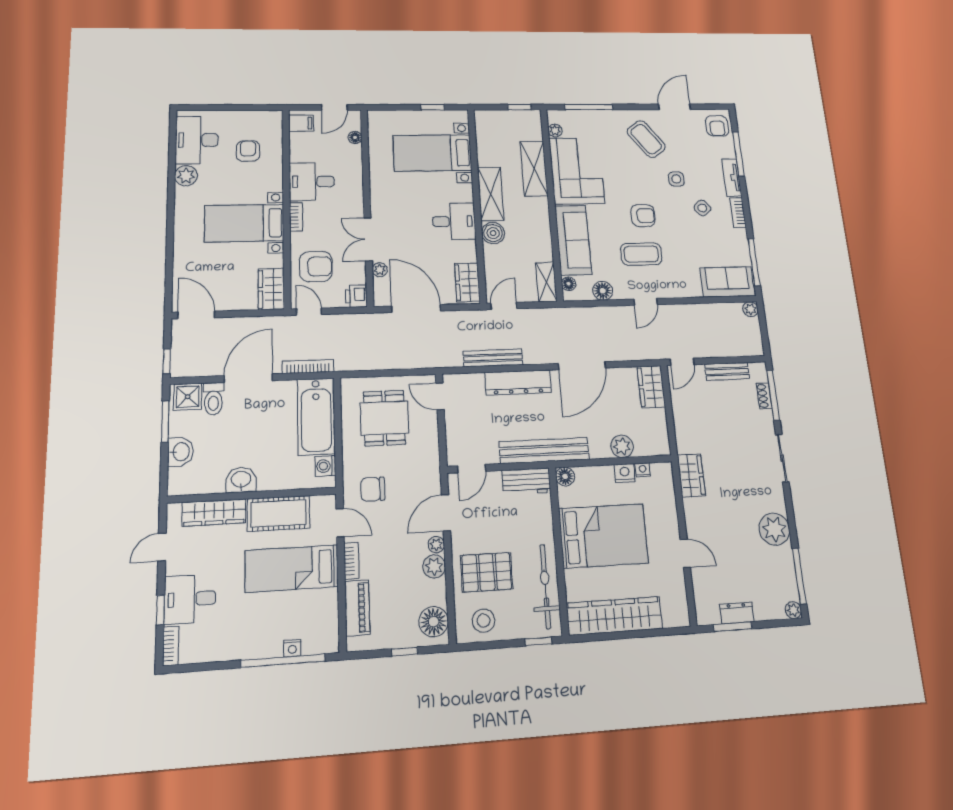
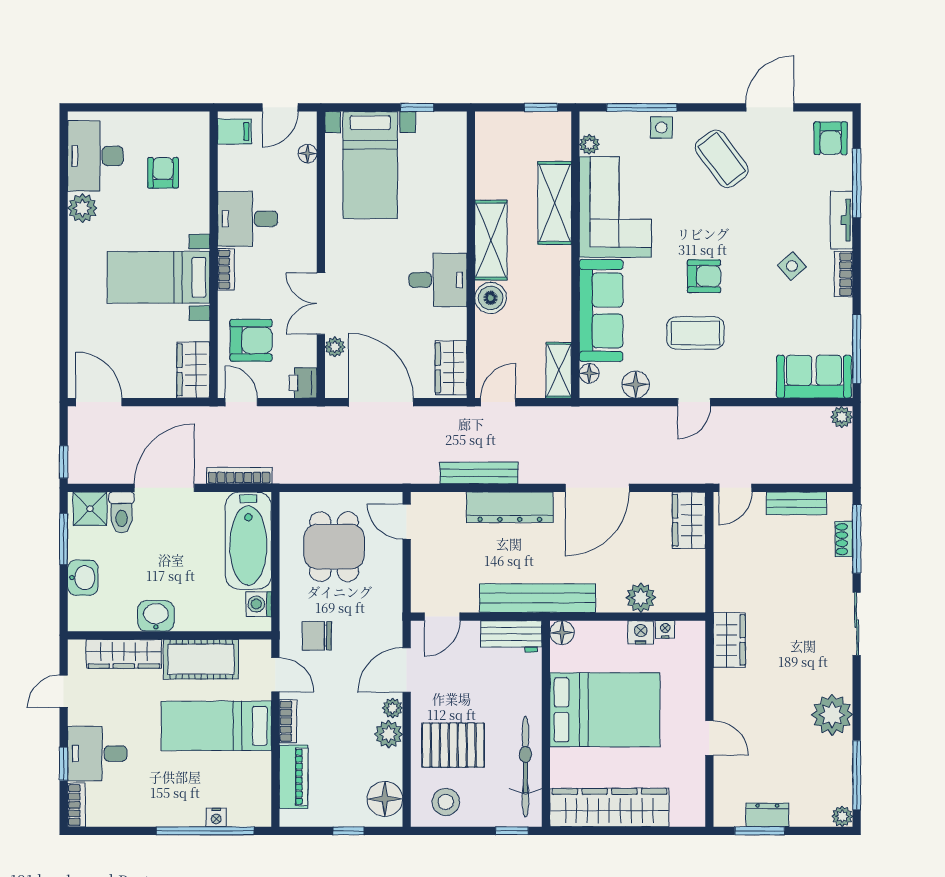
bed with nightstands: (432, 153) -> (370, 165), moved, turned -90
side table: (676, 179) -> (661, 128), moved

